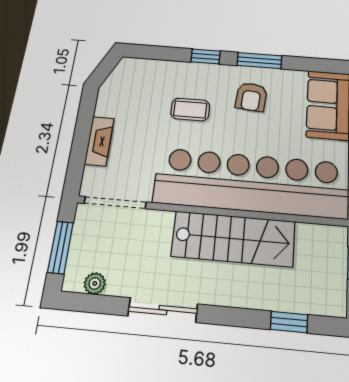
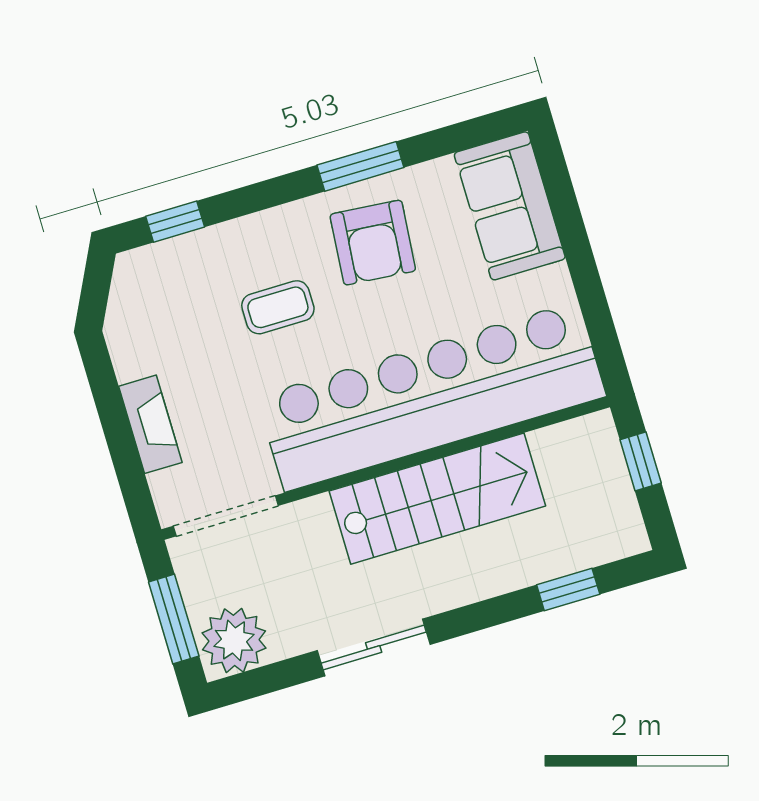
window: (206, 56) -> (175, 222), moved
armchair: (251, 97) -> (373, 243), width x1.38, depth x1.38
plant: (95, 283) -> (234, 640), width x1.88, depth x1.88

